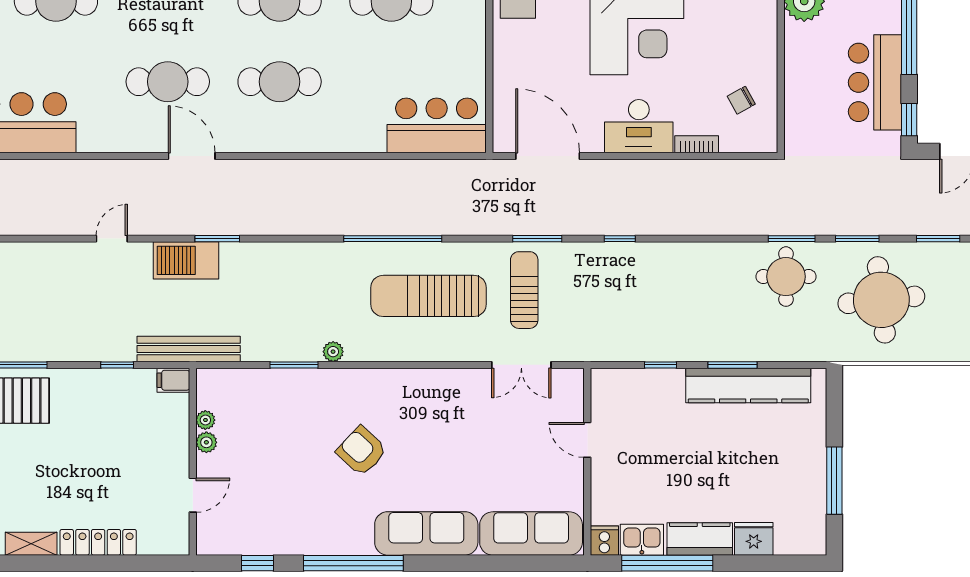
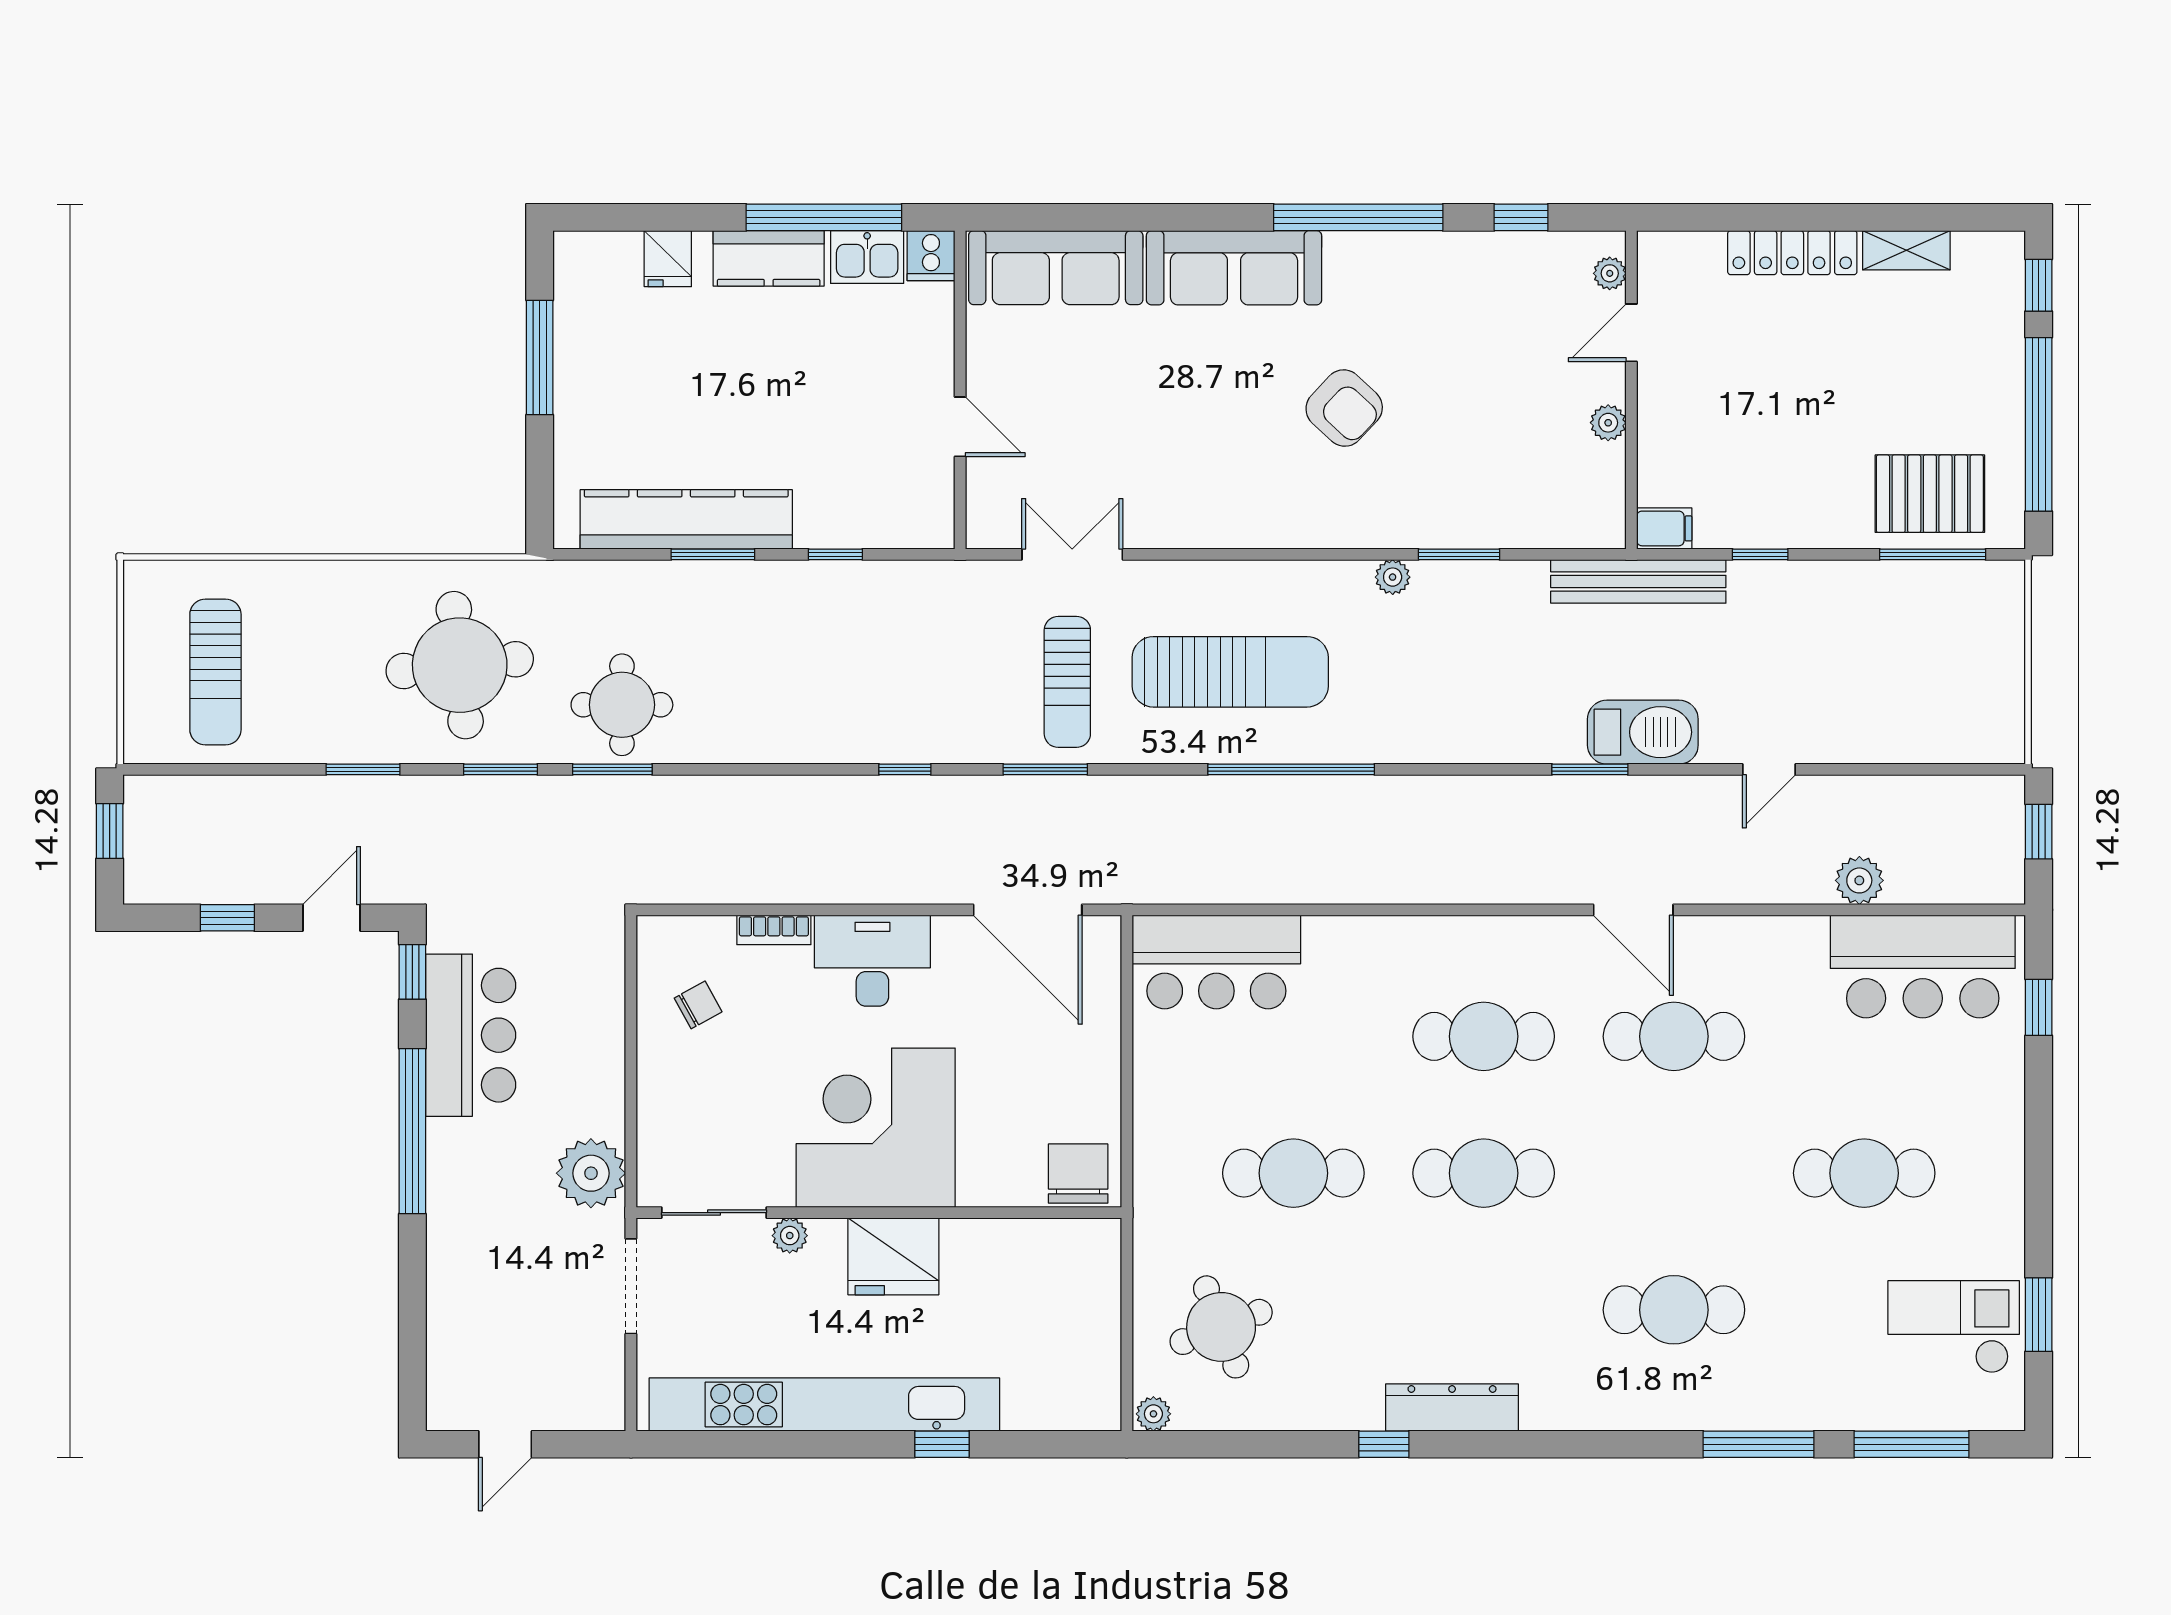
plant: (59, 173) -> (1859, 880), added
plant: (205, 420) -> (1610, 273), moved
fridge: (754, 539) -> (668, 259), width x0.72

